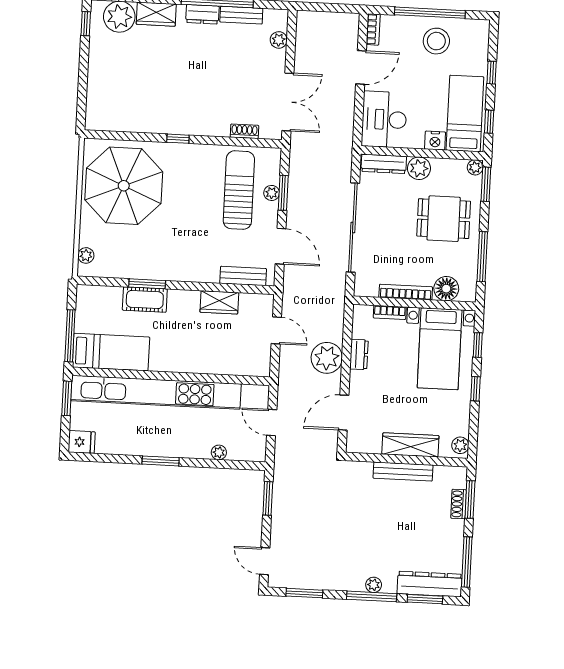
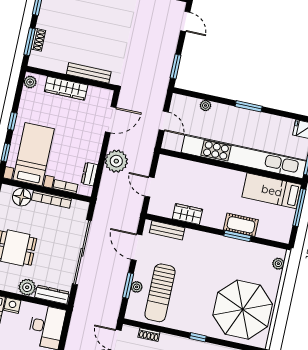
dresser: (359, 354) -> (90, 174), moved
bench: (403, 472) -> (89, 73), moved

